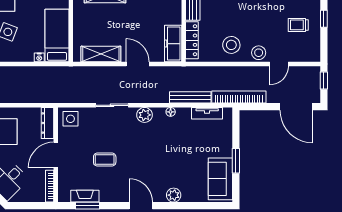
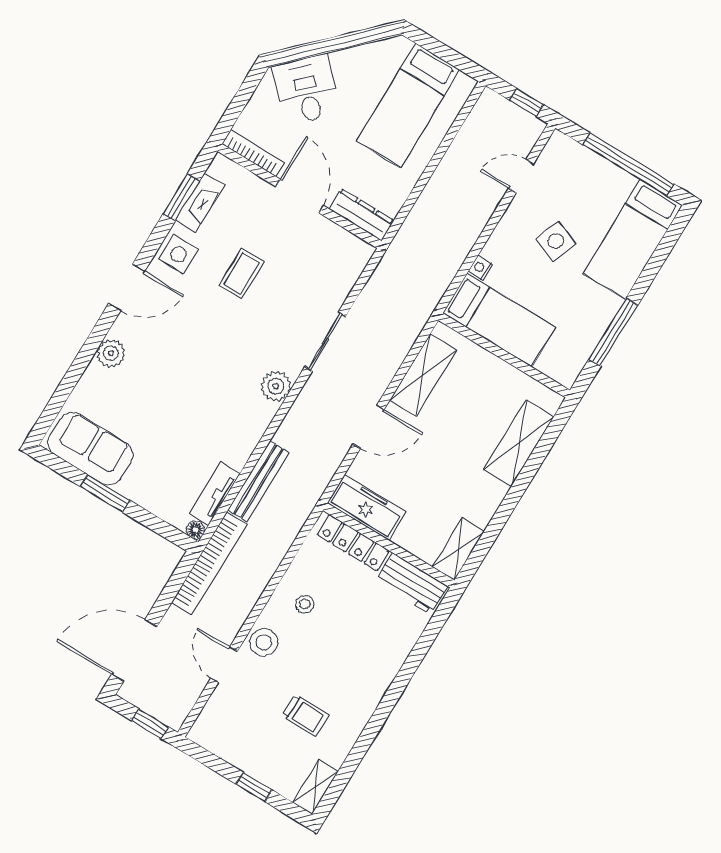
trolley: (298, 25) -> (305, 715), moved, turned 90
stool: (231, 45) -> (305, 604), width x0.53, depth x0.53
floor lamp: (171, 112) -> (196, 530), moved
side table: (70, 119) -> (179, 254), moved

